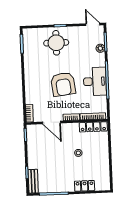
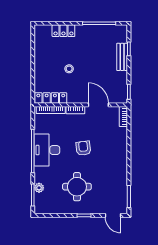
door: (93, 24) -> (113, 215), moved
round table: (56, 43) -> (77, 187), moved
armchair: (63, 84) -> (83, 148), width x0.53, depth x0.53
bench: (33, 181) -> (122, 57), moved

